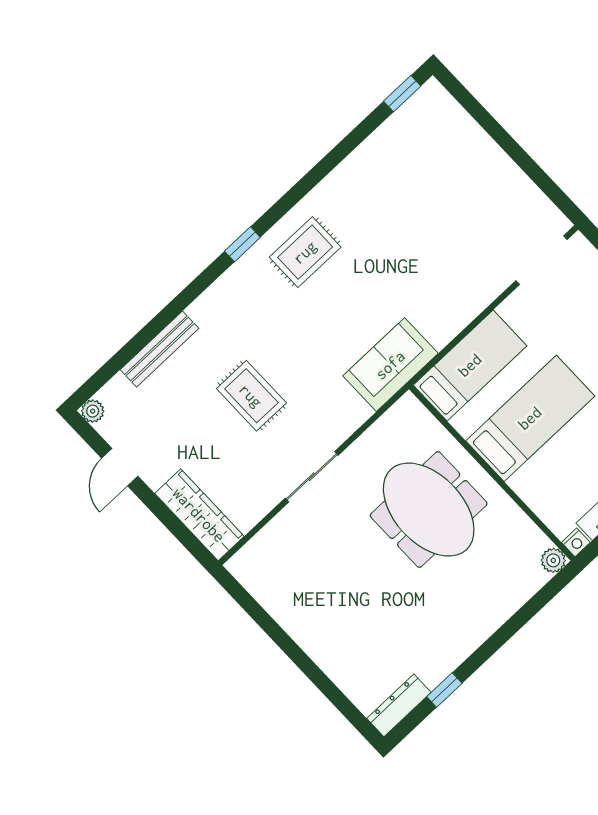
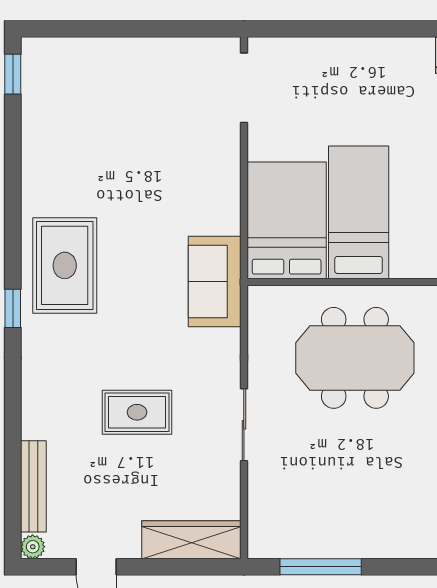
rug: (305, 252) -> (65, 265), width x1.36, depth x1.43
bench: (159, 349) -> (33, 486), moved
bed: (470, 365) -> (287, 220), width x1.50
window: (264, 620) -> (321, 567), added

